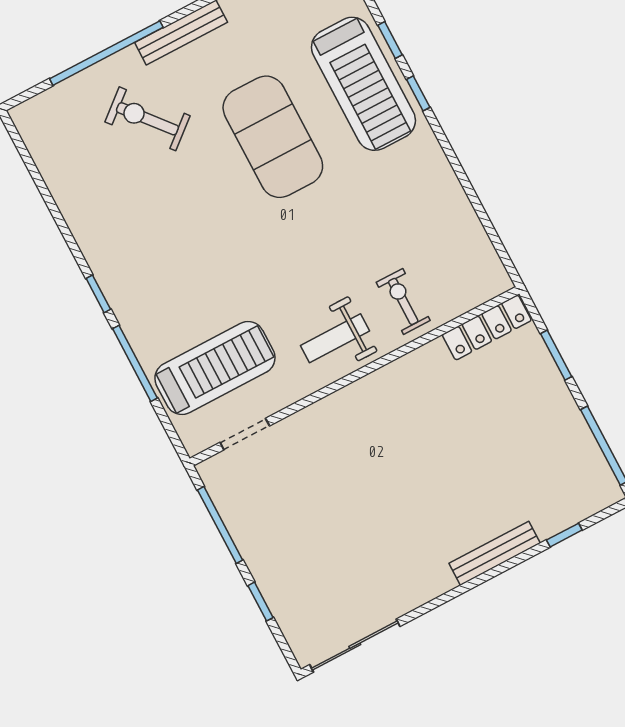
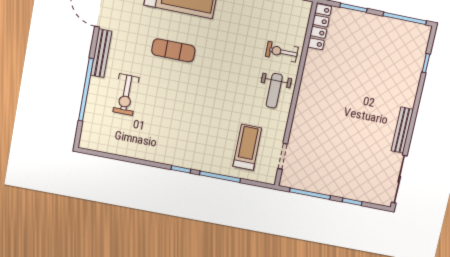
exercise bike: (147, 119) -> (126, 95), turned -50
exercise mat: (273, 137) -> (173, 50), width x0.50, depth x0.69
treadmill: (215, 368) -> (247, 147), width x0.73, depth x0.73
bench: (495, 553) -> (402, 130), moved

